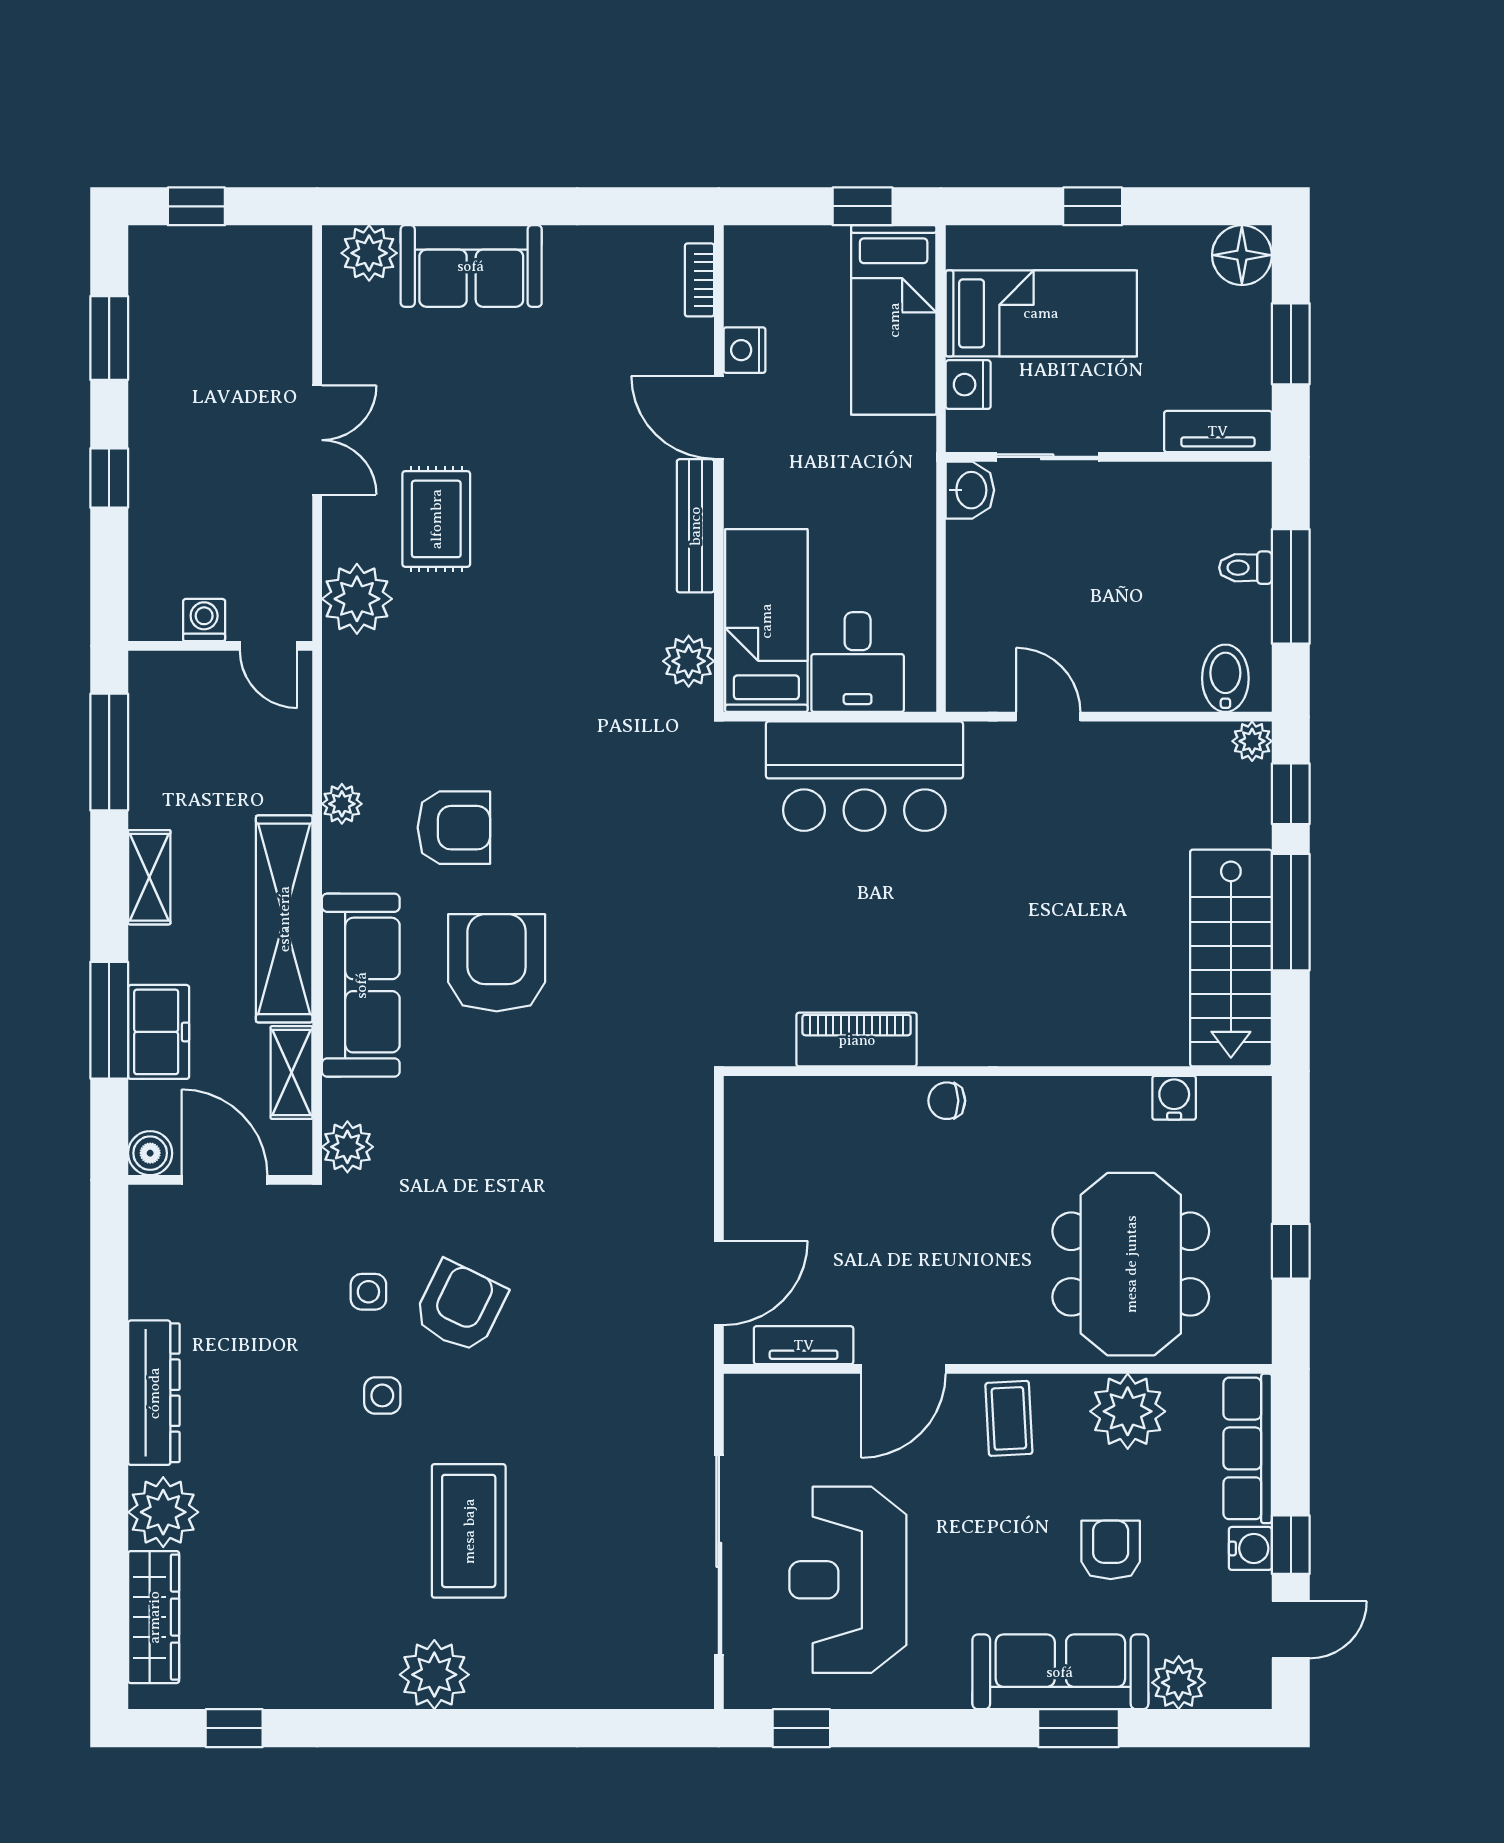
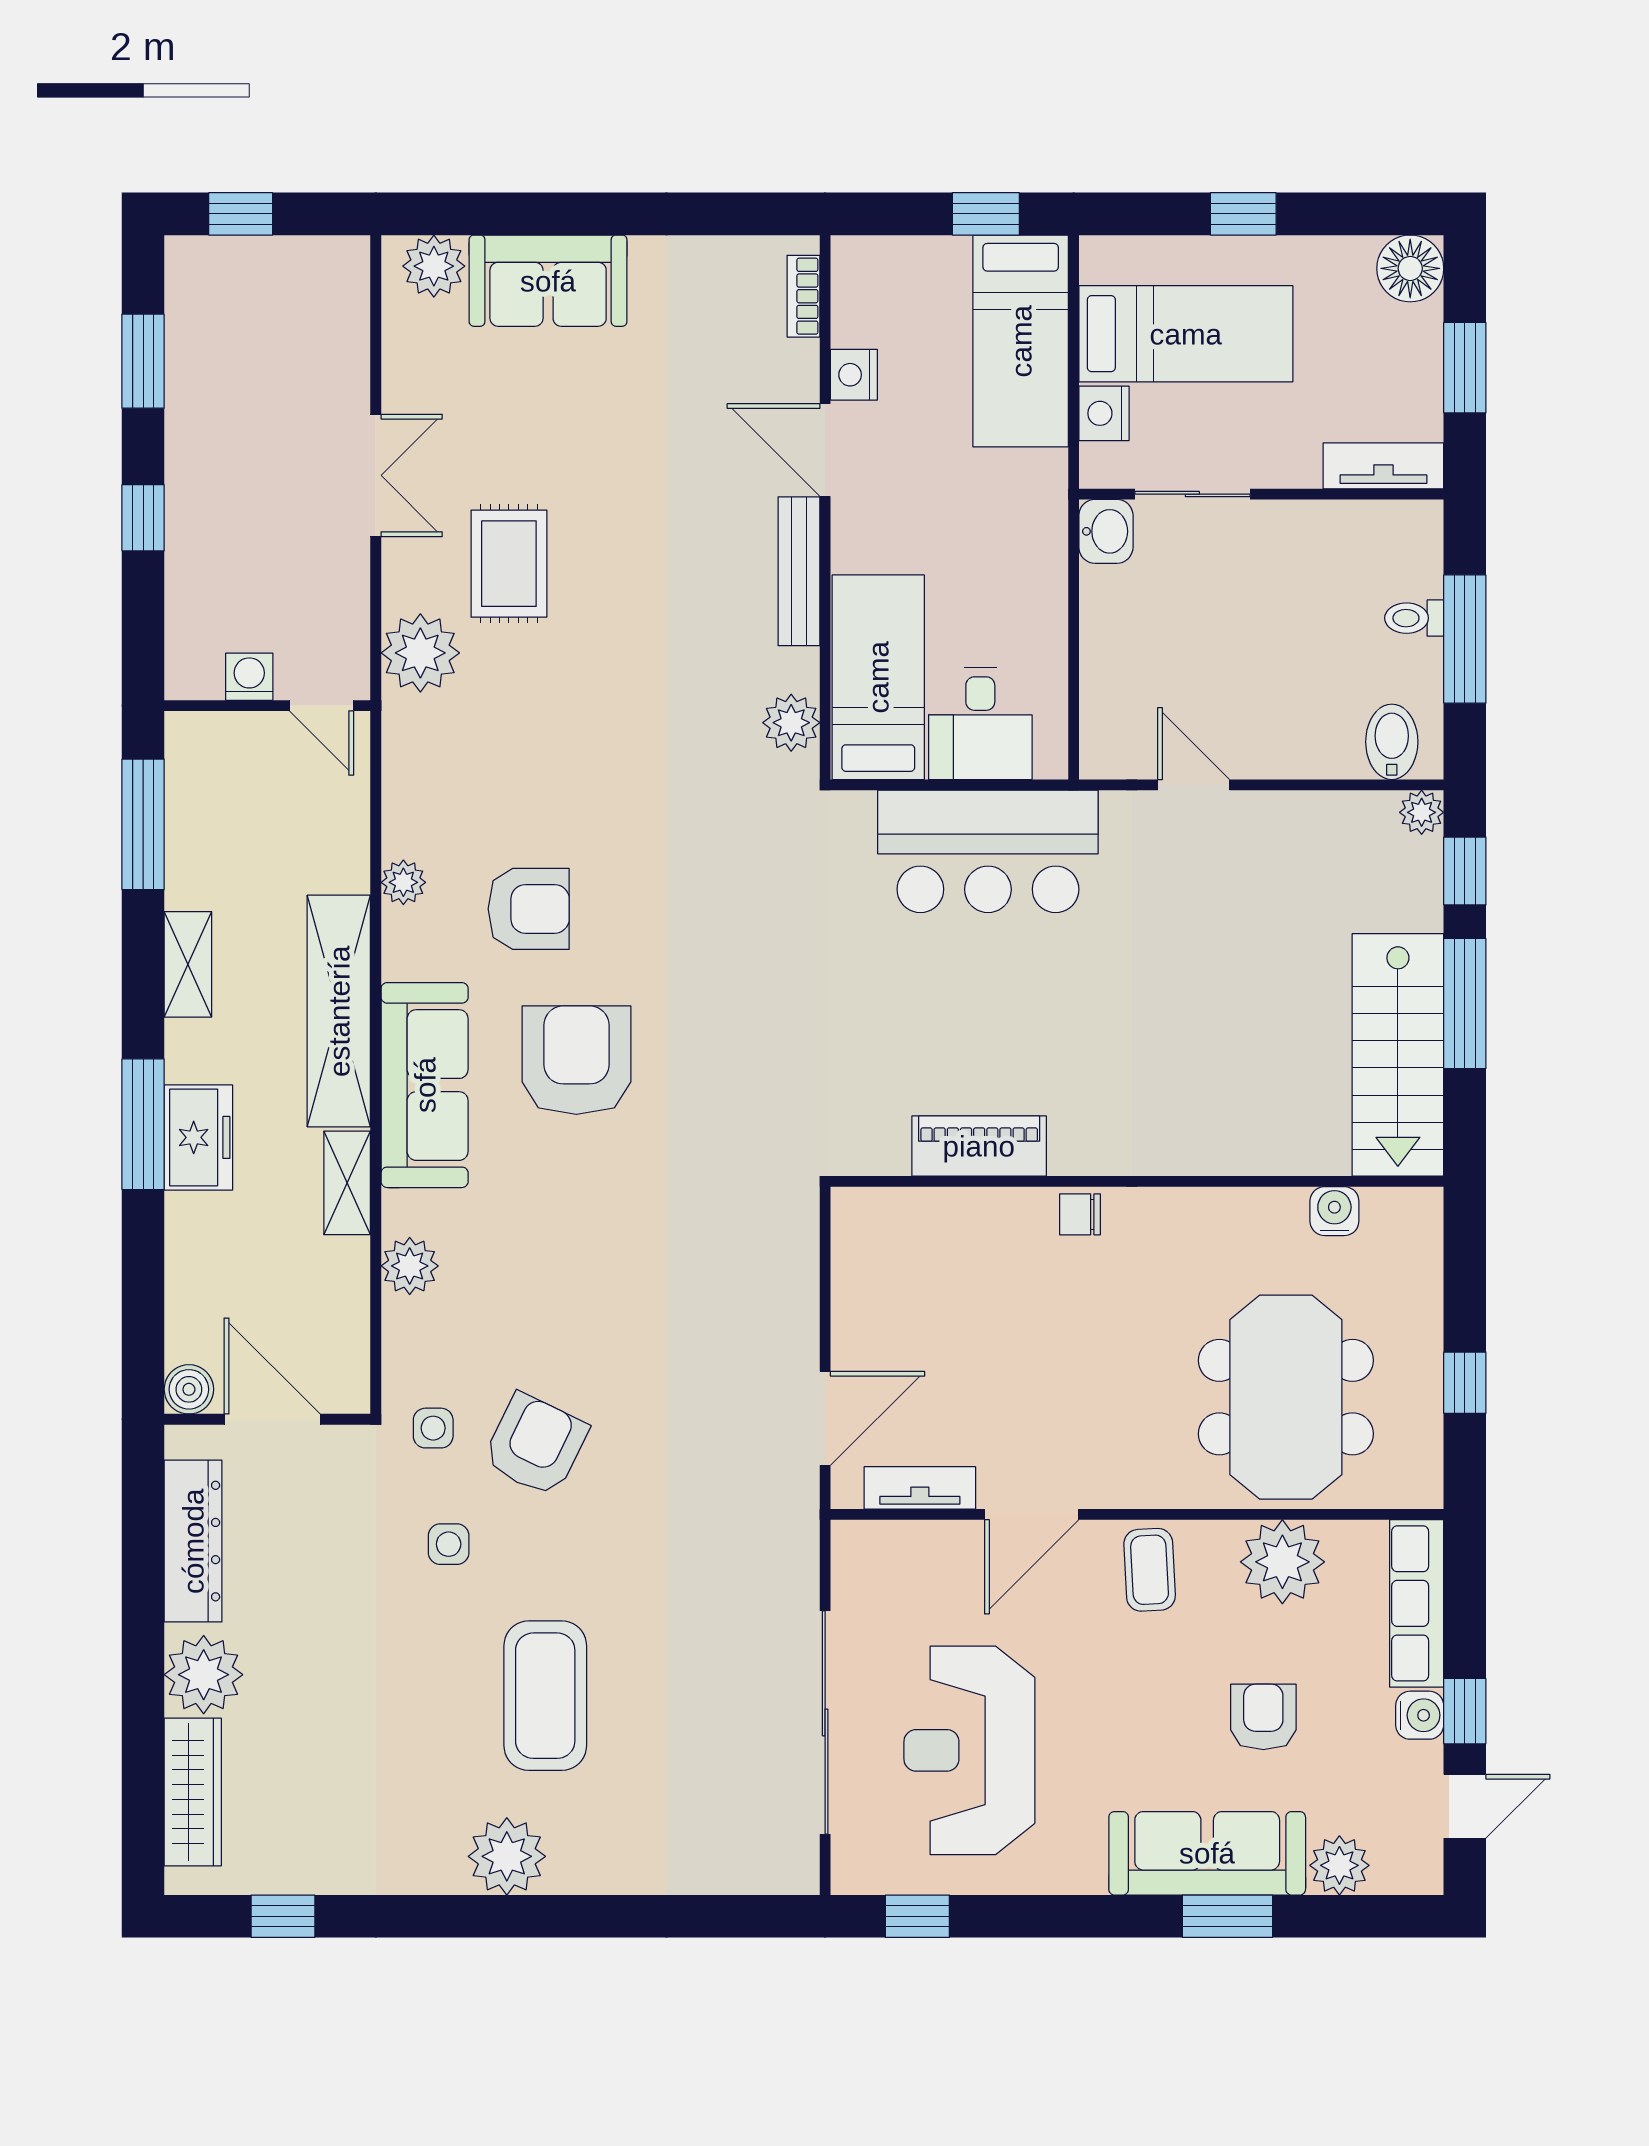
boiler: (150, 1153) -> (189, 1389), moved
wall: (220, 1180) -> (267, 1419), moved
door: (224, 1180) -> (272, 1419), moved

